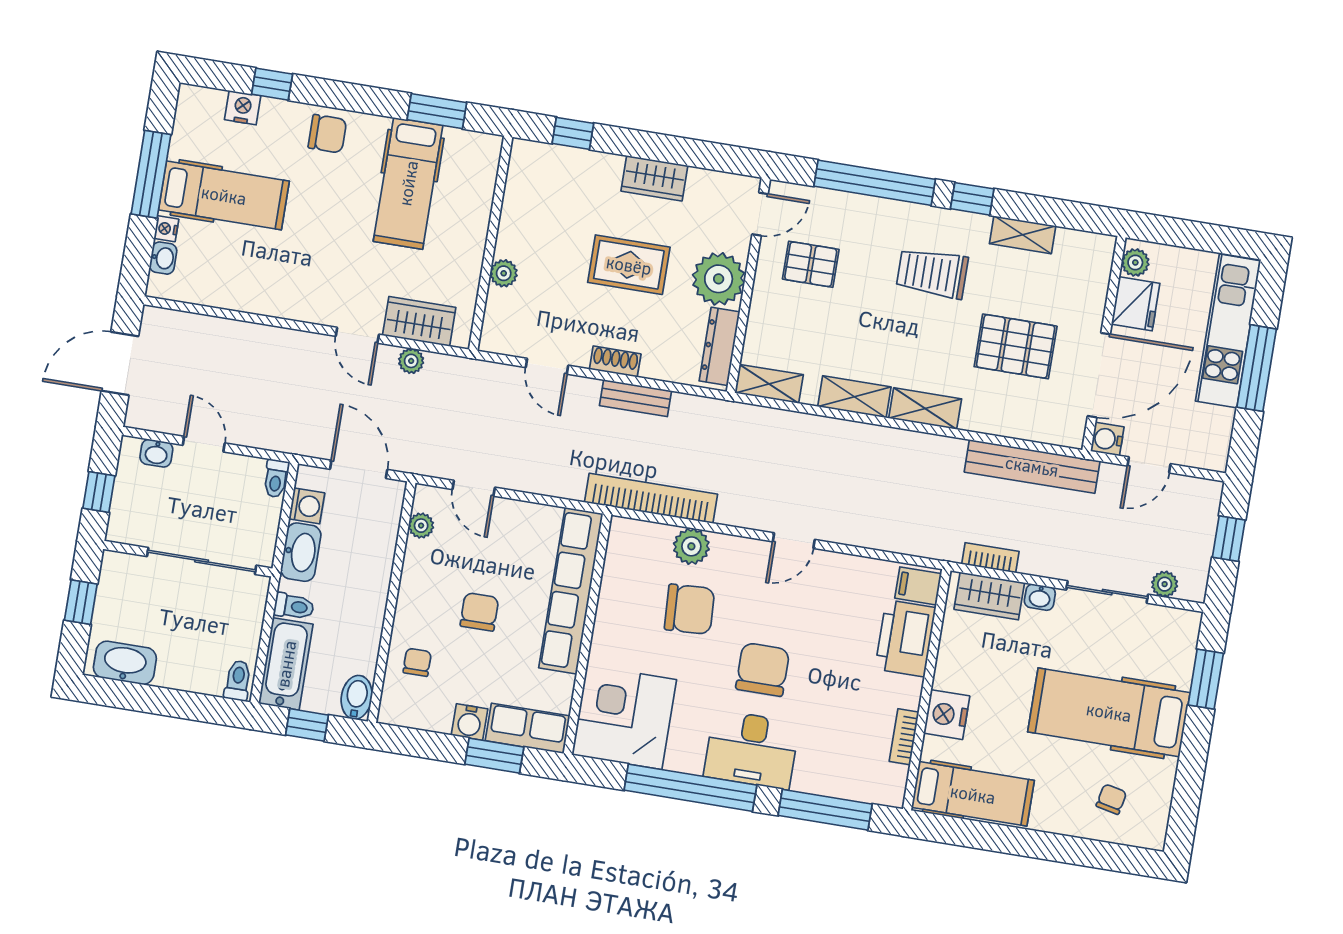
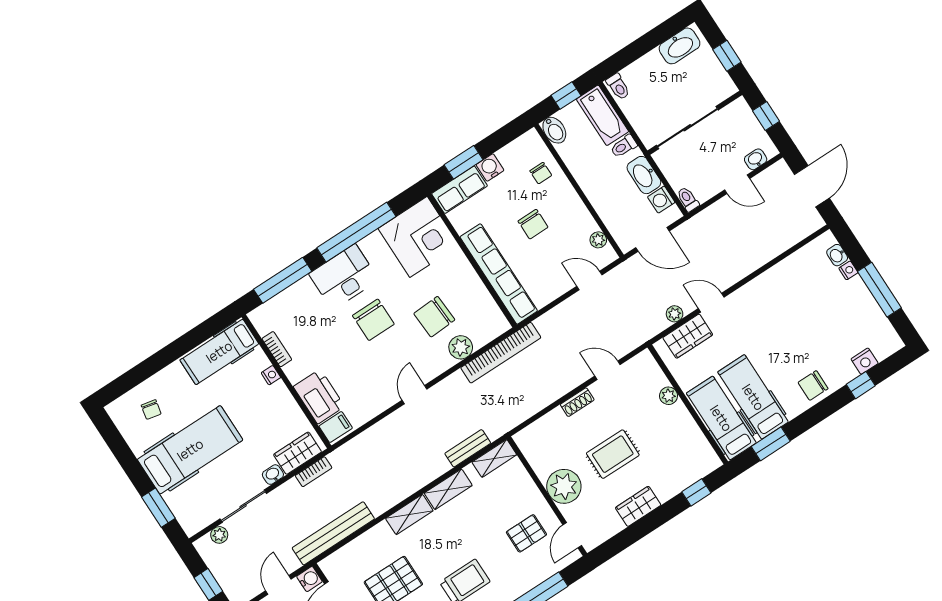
hospital bed: (224, 195) -> (721, 418), moved, turned 90
dresser: (720, 346) -> (534, 455), removed
bench: (636, 398) -> (468, 448), moved
nightstand: (947, 715) -> (271, 375), width x0.53, depth x0.56

